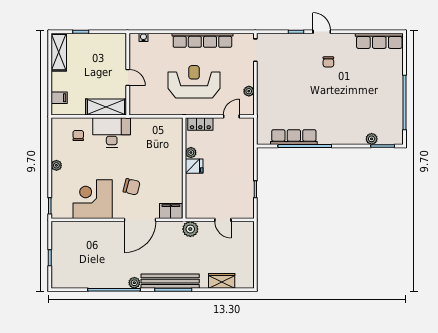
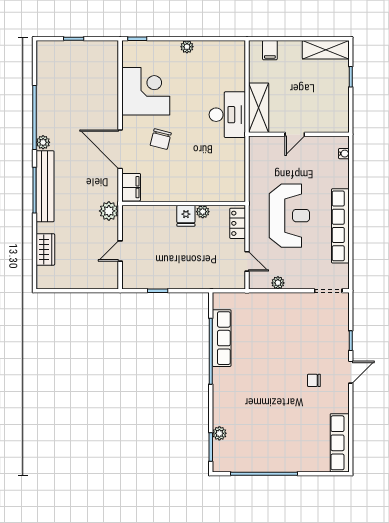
chair: (78, 135) -> (224, 74), removed

